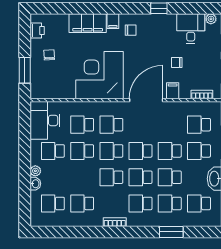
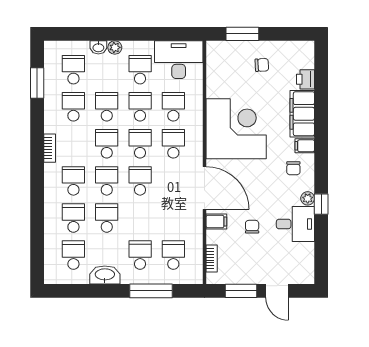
plant: (211, 19) -> (308, 198), moved
desk: (191, 28) -> (295, 224), moved
printer: (37, 30) -> (305, 79), moved, turned 90
school desk: (170, 151) -> (107, 107), moved
window: (171, 232) -> (37, 83), moved

